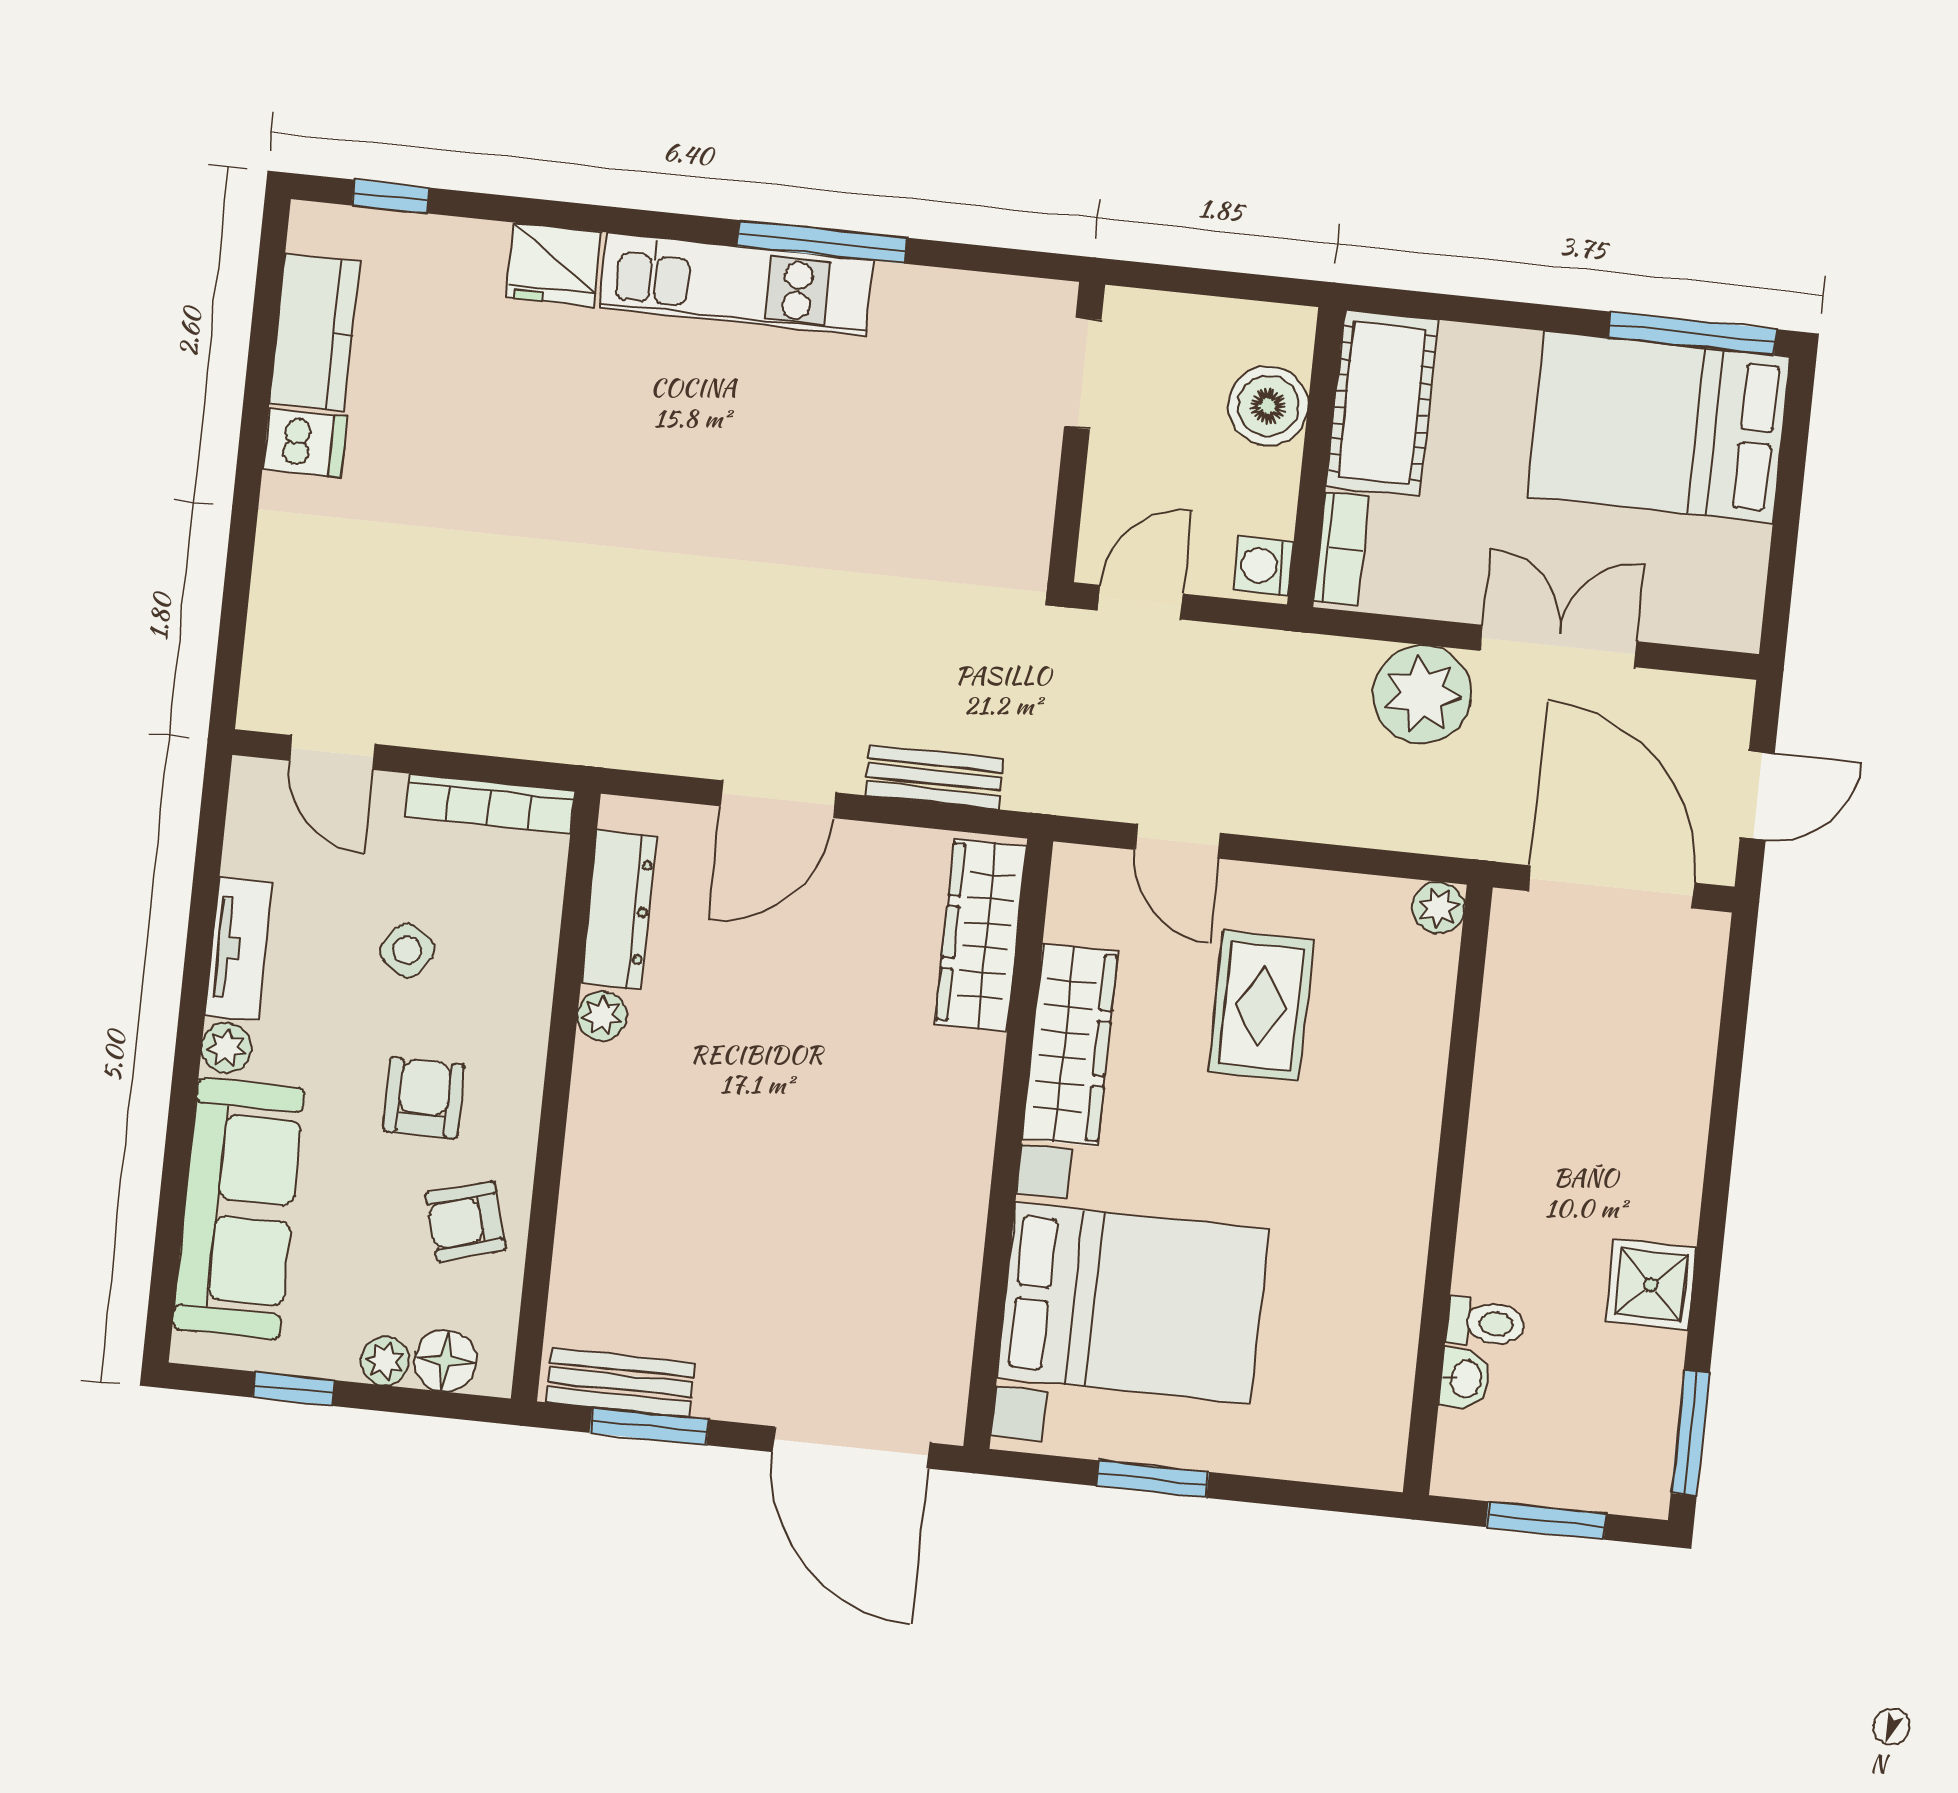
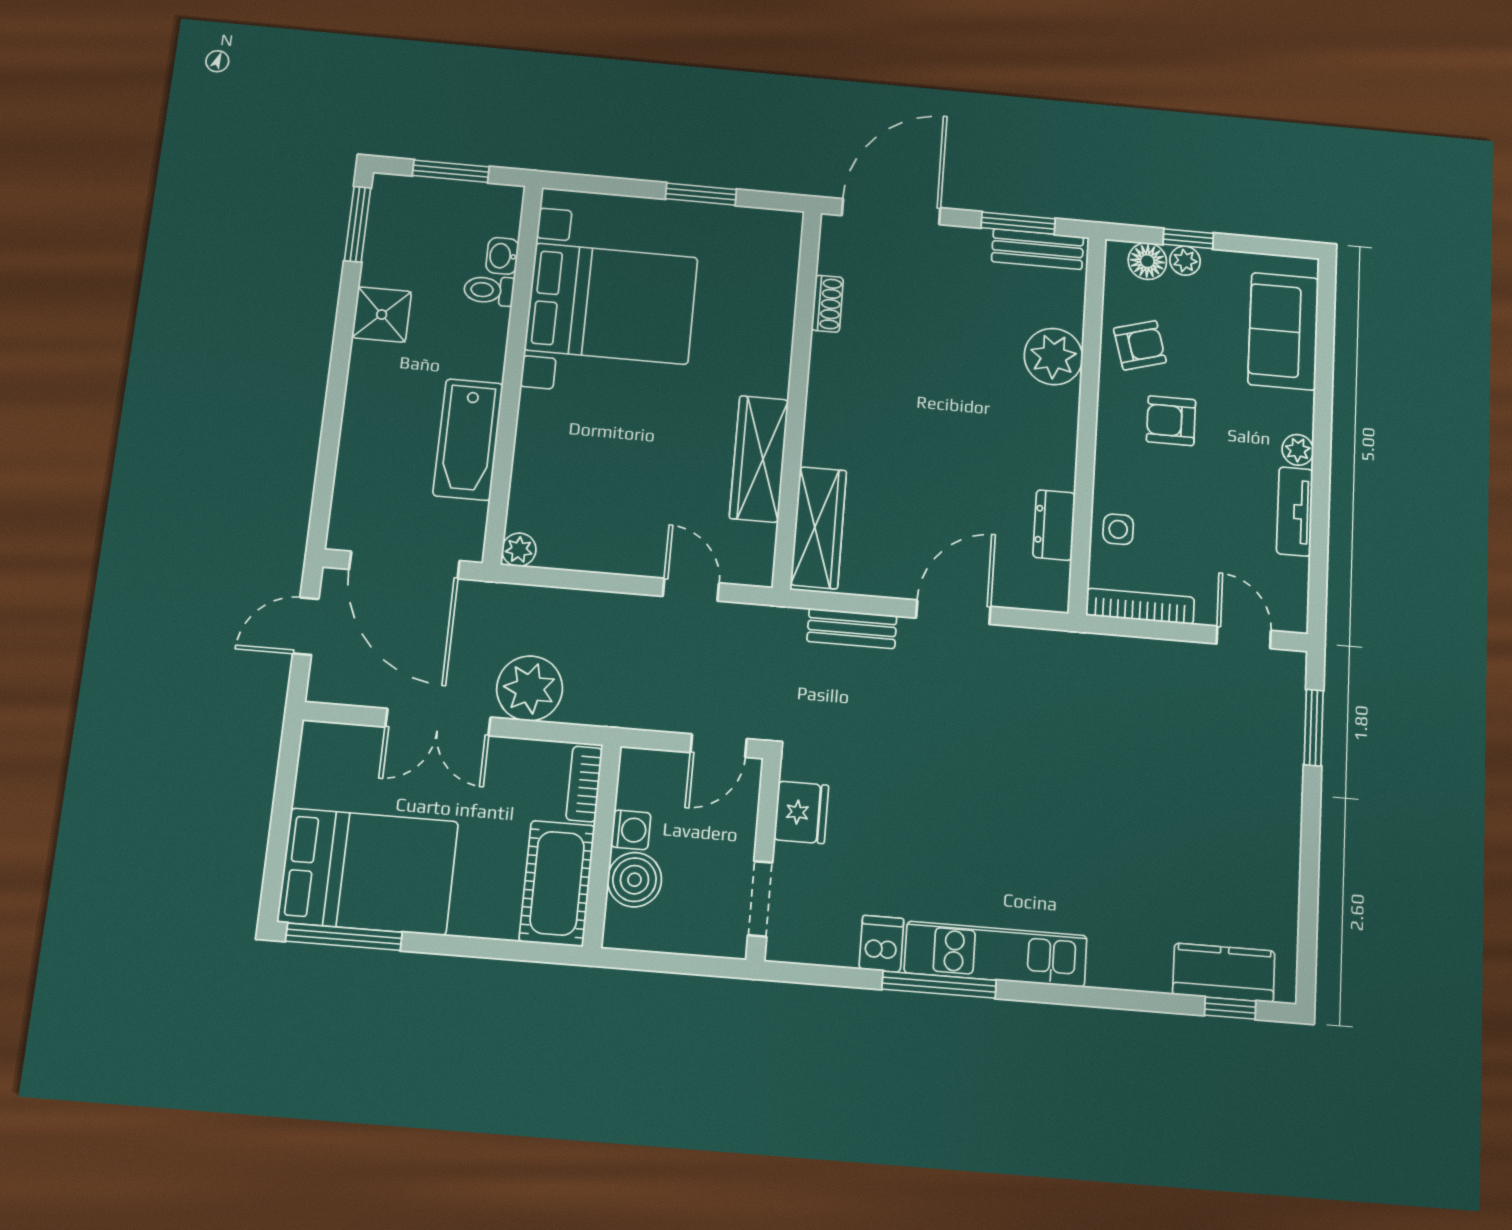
fridge: (554, 265) -> (801, 812), moved, turned 90
kitchen counter: (315, 332) -> (1224, 973), moved, turned 90
dishwasher: (305, 443) -> (881, 944), moved, turned 90
washing machine: (1264, 566) -> (631, 830), moved
window: (234, 611) -> (1314, 728), added
dresser: (619, 910) -> (1054, 525), width x0.70
side table: (407, 950) -> (1118, 529), moved, turned -36
rug: (1261, 1006) -> (635, 485), removed
plant: (602, 1016) -> (1053, 357), moved, width x1.88, depth x1.88
bathtub: (1516, 1082) -> (468, 439), added
armchair: (424, 1098) -> (1171, 421), turned 90
sofa: (239, 1209) -> (1283, 331), width x0.73
shoe rack: (957, 1295) -> (827, 304), added
bed with nightstands: (1133, 1303) -> (611, 304), moved, turned 180
window: (294, 1389) -> (1188, 239), moved
door: (851, 1447) -> (891, 212), hinge flipped

